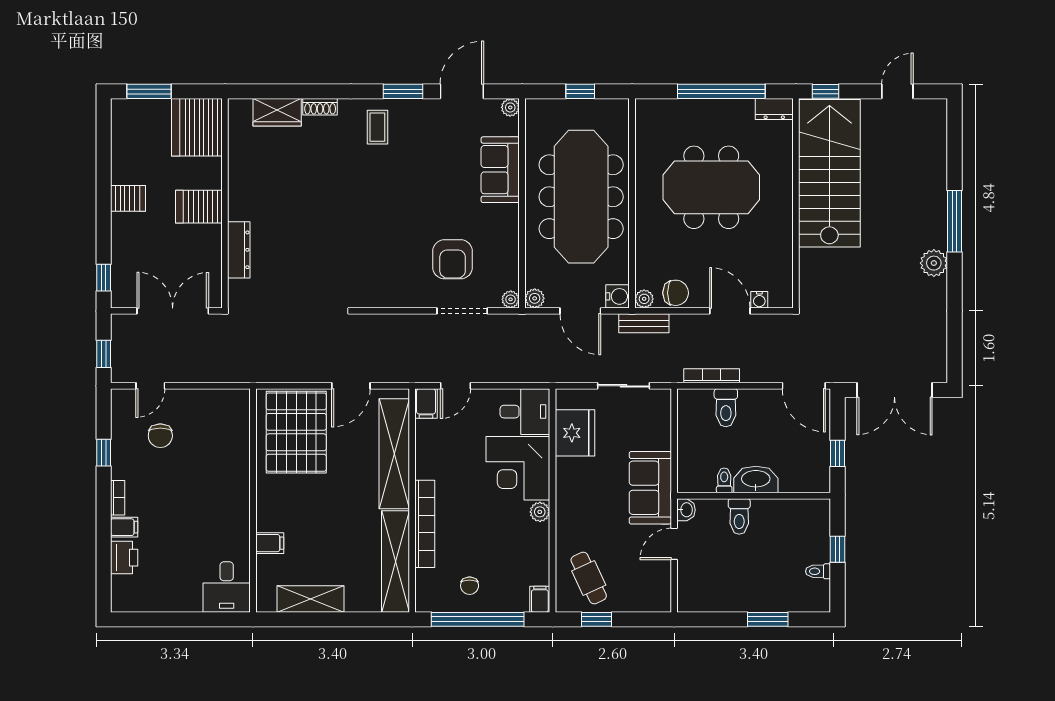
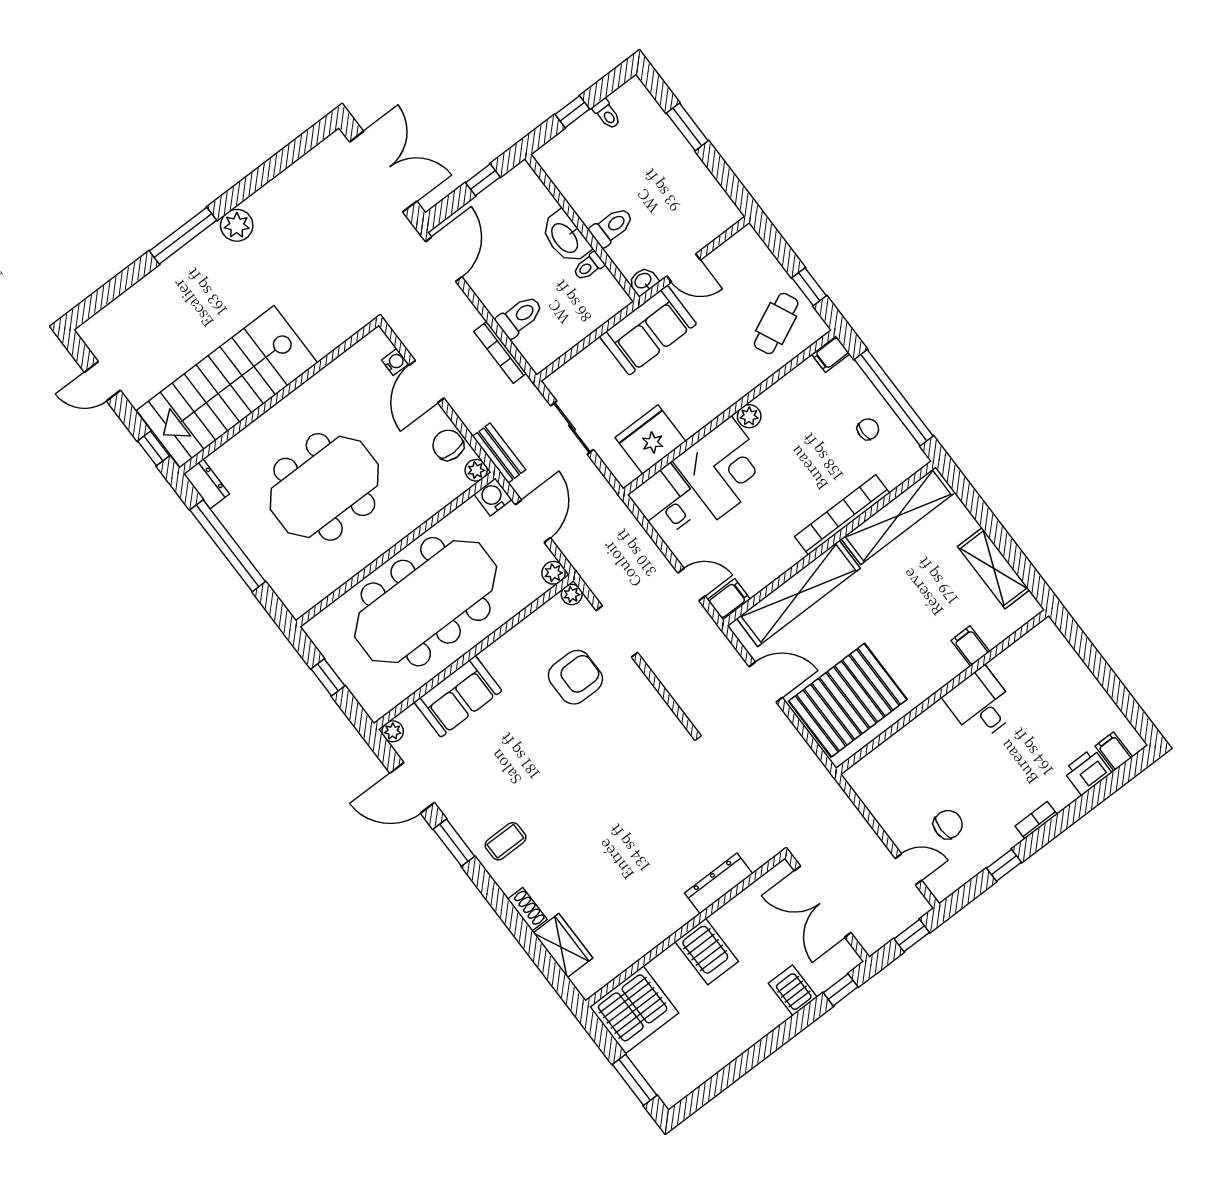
meeting table: (711, 187) -> (324, 487), turned 90
server rack: (128, 198) -> (793, 990), moved
filing cabinet: (124, 527) -> (1114, 751), moved
desk: (227, 587) -> (981, 704), moved, turned -90

